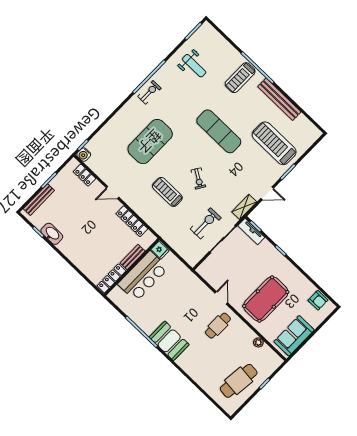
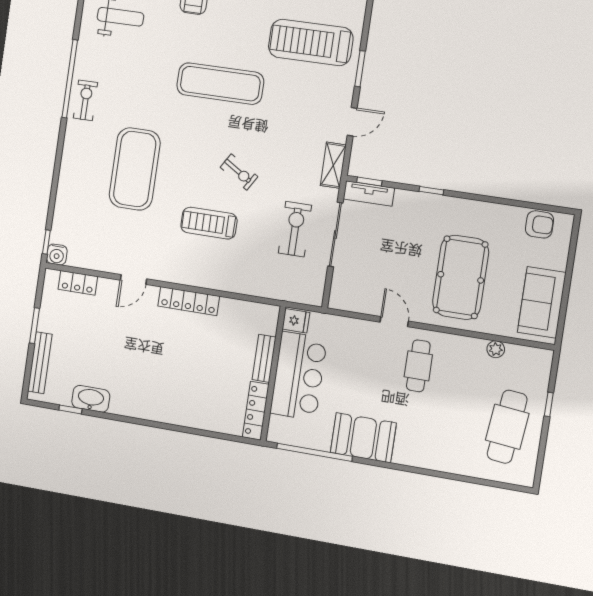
fridge: (160, 250) -> (296, 321), moved
bench: (133, 257) -> (264, 358), moved
wall: (132, 267) -> (273, 374), moved
bar counter: (143, 276) -> (299, 376), moved
locker: (111, 278) -> (256, 411), moved

